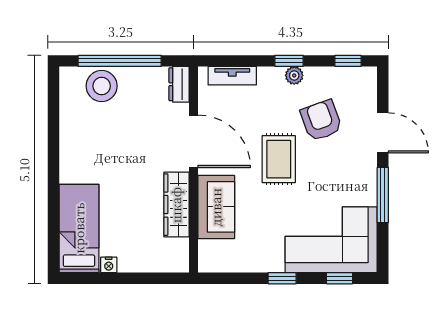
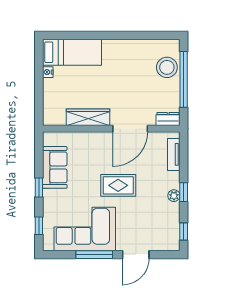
armchair: (321, 120) -> (144, 214), removed
sofa: (216, 207) -> (55, 167), moved, turned -90
corner sofa: (331, 240) -> (85, 229), moved, turned -90

